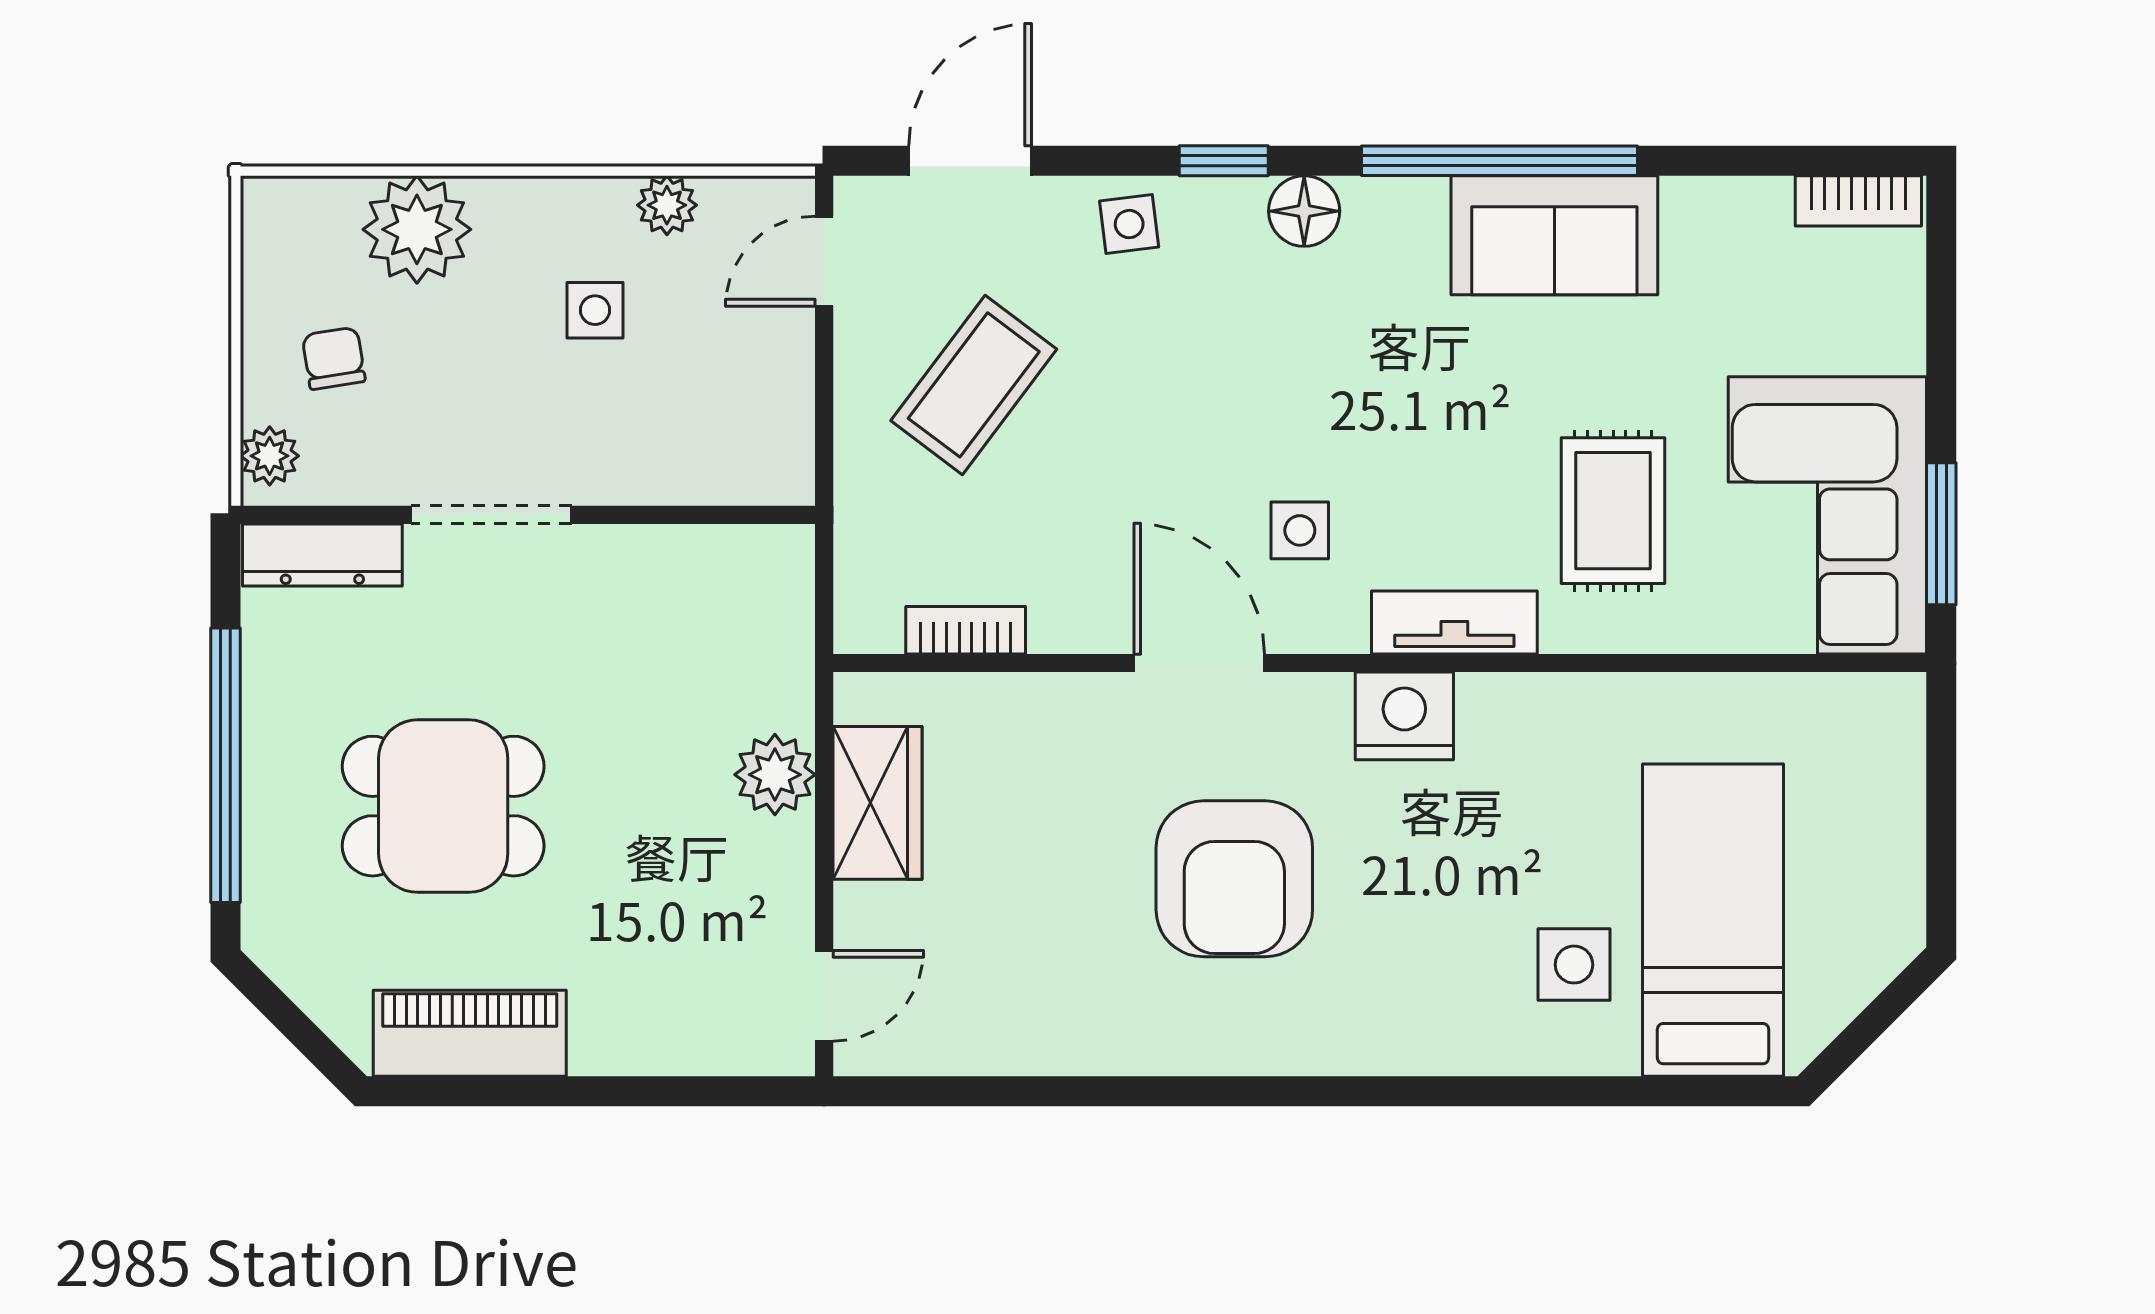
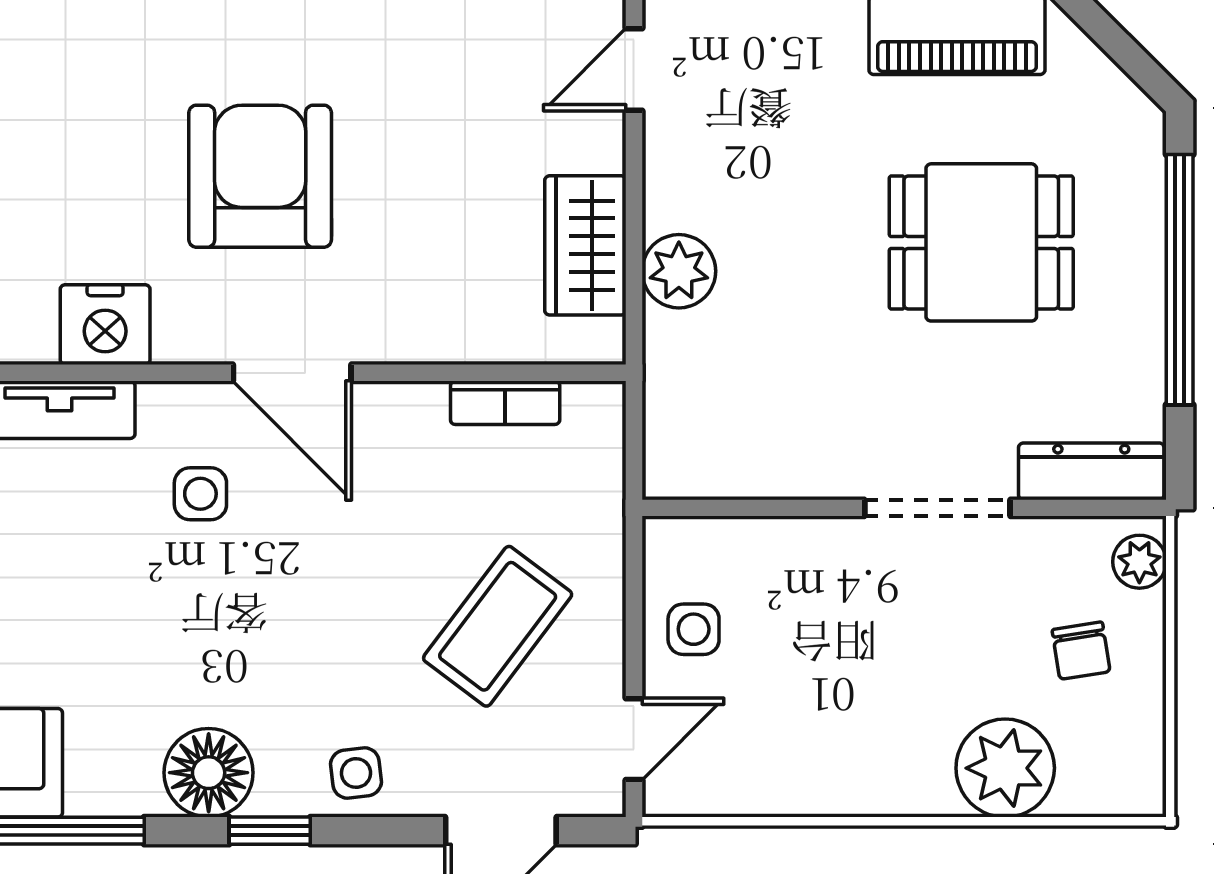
plant: (667, 205) -> (777, 790), removed
floor lamp: (1304, 211) -> (209, 773), width x1.38, depth x1.38
side table: (595, 310) -> (694, 629), moved

